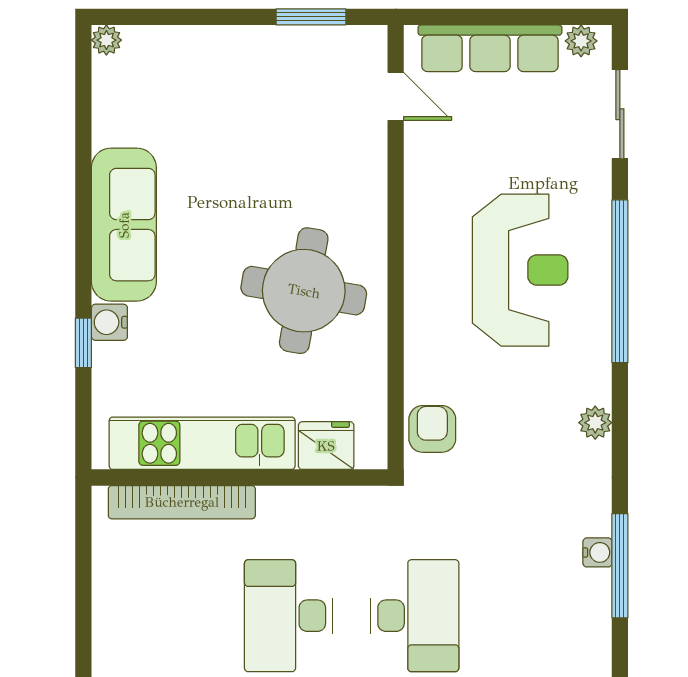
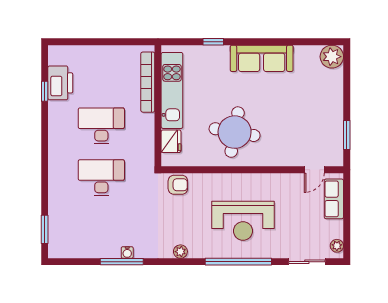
plant: (106, 40) -> (332, 57), width x1.88, depth x1.88
row of seats: (490, 48) -> (334, 199), width x0.68
water cooler: (109, 322) -> (222, 52), removed
desk: (415, 616) -> (101, 178), turned 180

